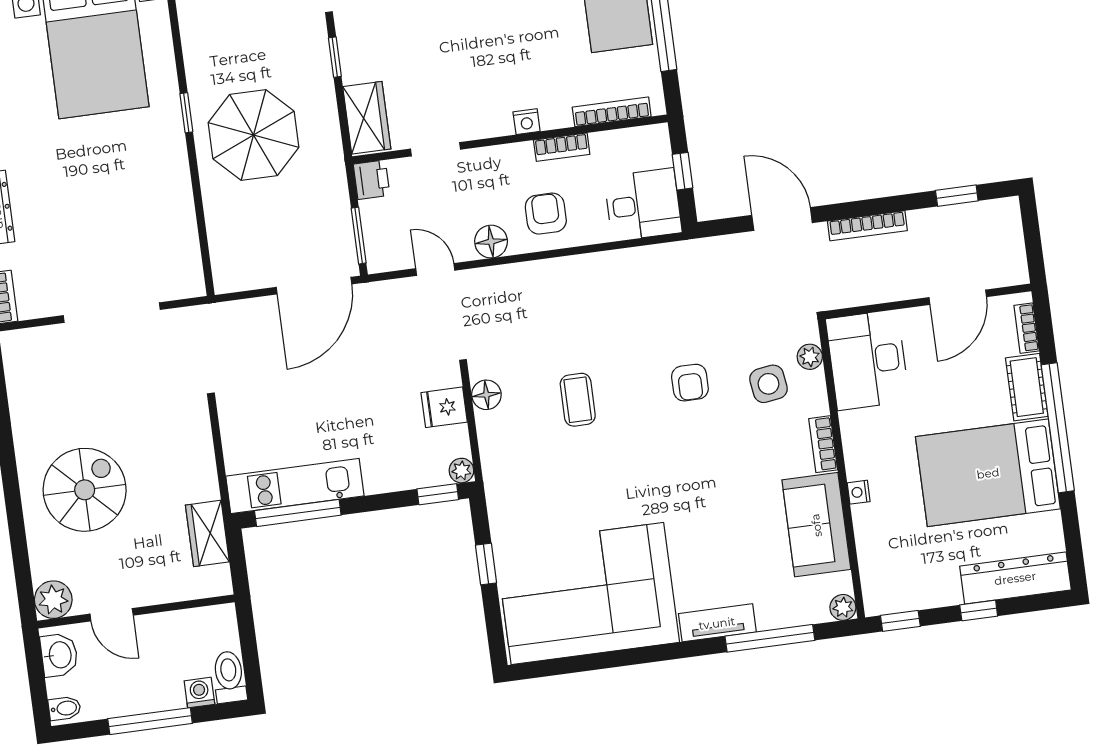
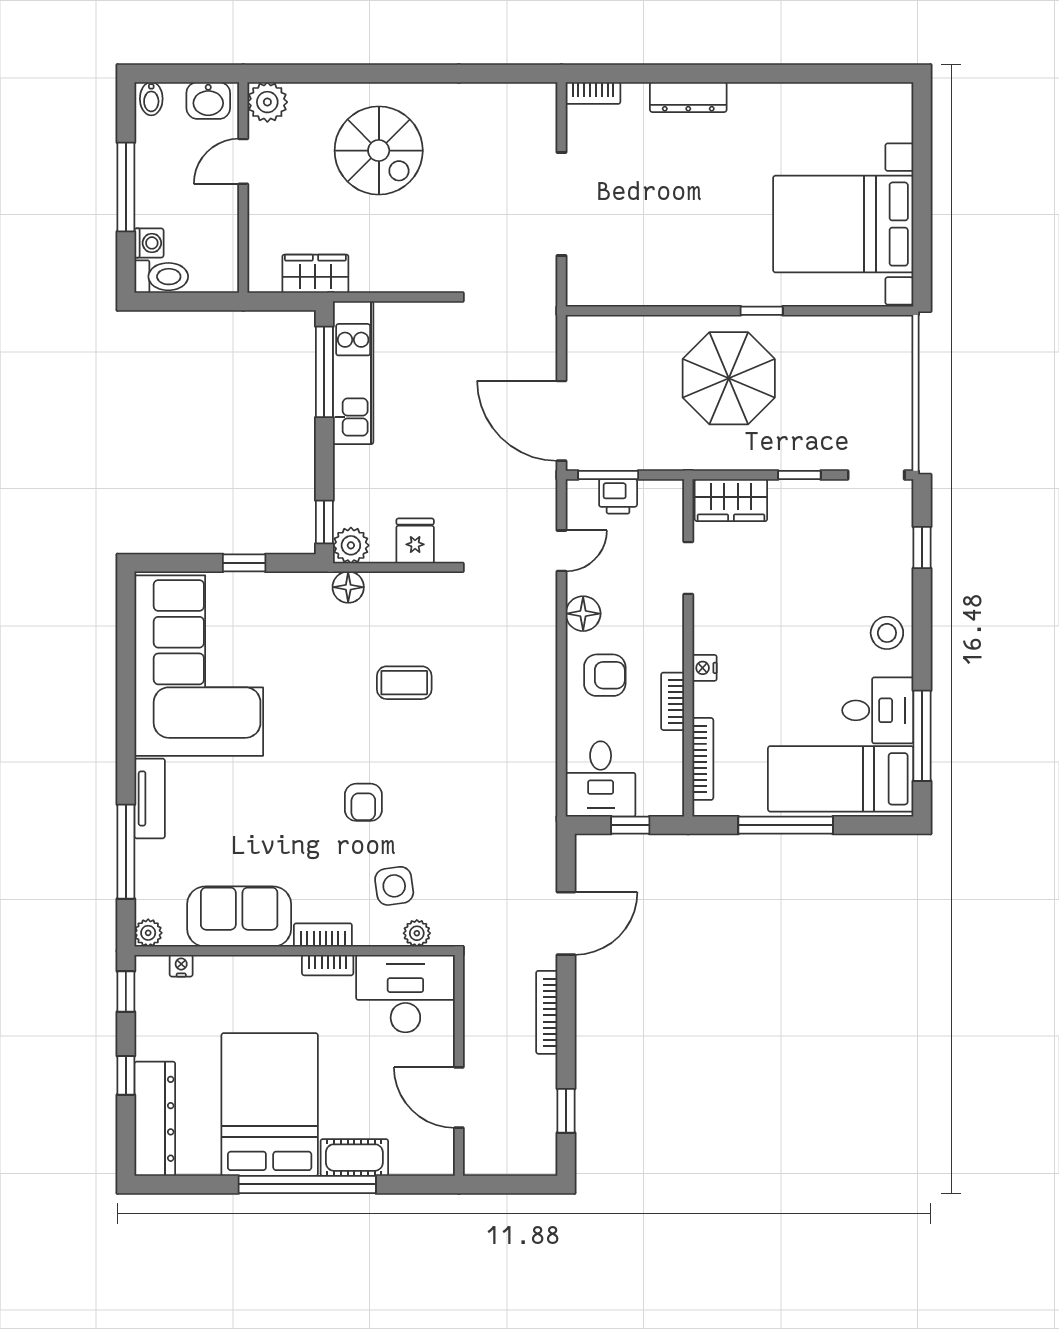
printer: (372, 180) -> (618, 496), moved
bookcase: (1027, 328) -> (328, 965), moved, turned 180
armchair: (690, 383) -> (363, 802), moved, turned -90
floor lamp: (486, 395) -> (348, 587), moved
plant: (461, 471) -> (351, 545), width x1.38, depth x1.38
nightstand: (859, 492) -> (181, 966), moved

